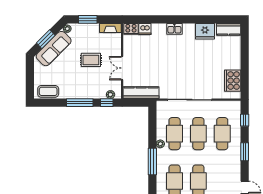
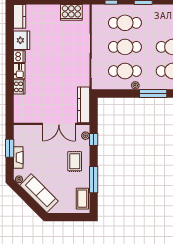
window: (88, 19) -> (10, 148), moved
fireplace: (110, 28) -> (18, 158), moved
cooker: (131, 29) -> (19, 87), moved
dishwasher: (145, 29) -> (19, 57), moved
window: (46, 39) -> (30, 201), removed
rug: (91, 60) -> (75, 161), moved
double door: (122, 68) -> (59, 124), width x1.37
window: (80, 103) -> (94, 180), moved

